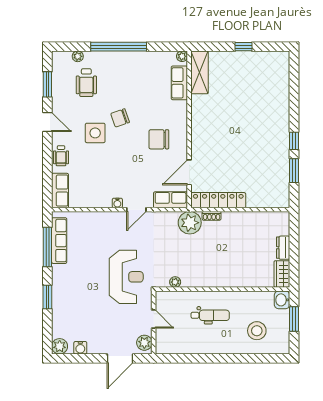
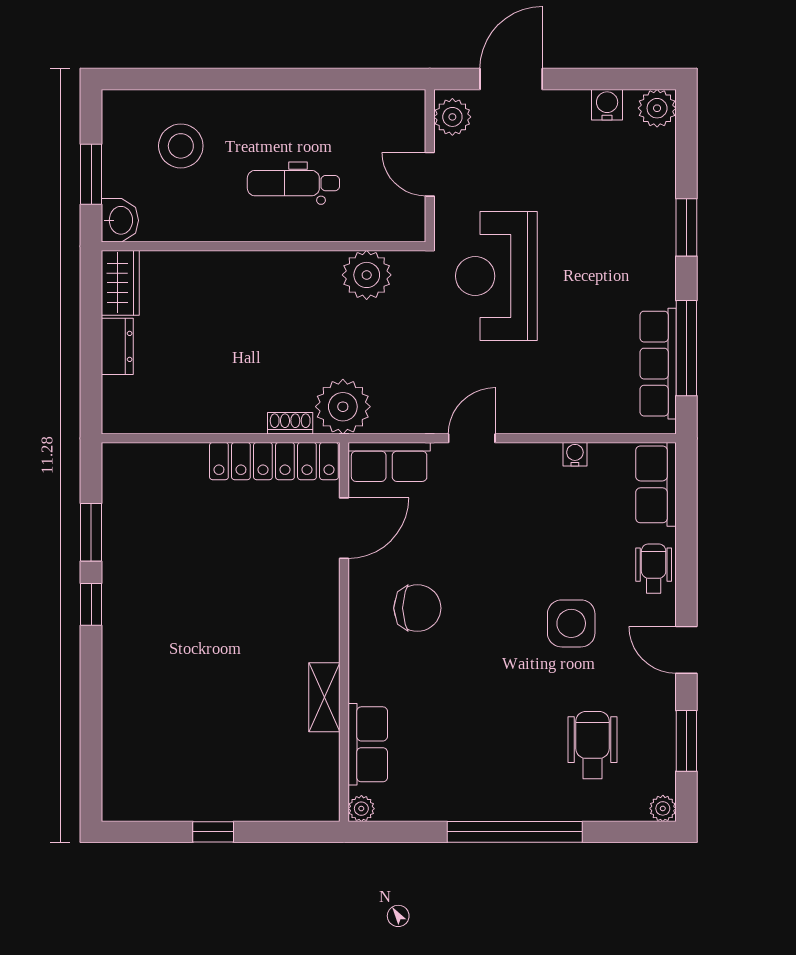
plant: (78, 56) -> (663, 808), moved
shelving: (200, 72) -> (324, 697), moved, width x0.67, depth x0.75
chair: (120, 118) -> (511, 660), removed
water cooler: (117, 203) -> (575, 454), moved
plant: (175, 282) -> (367, 275), width x1.87, depth x1.87

